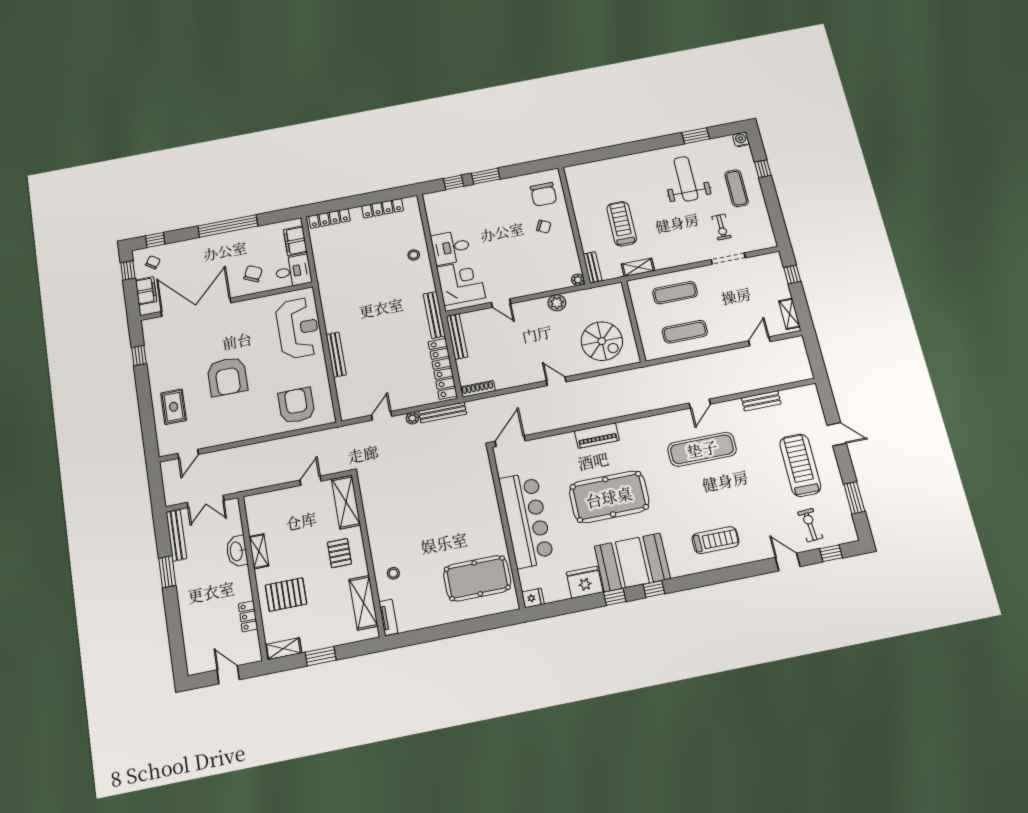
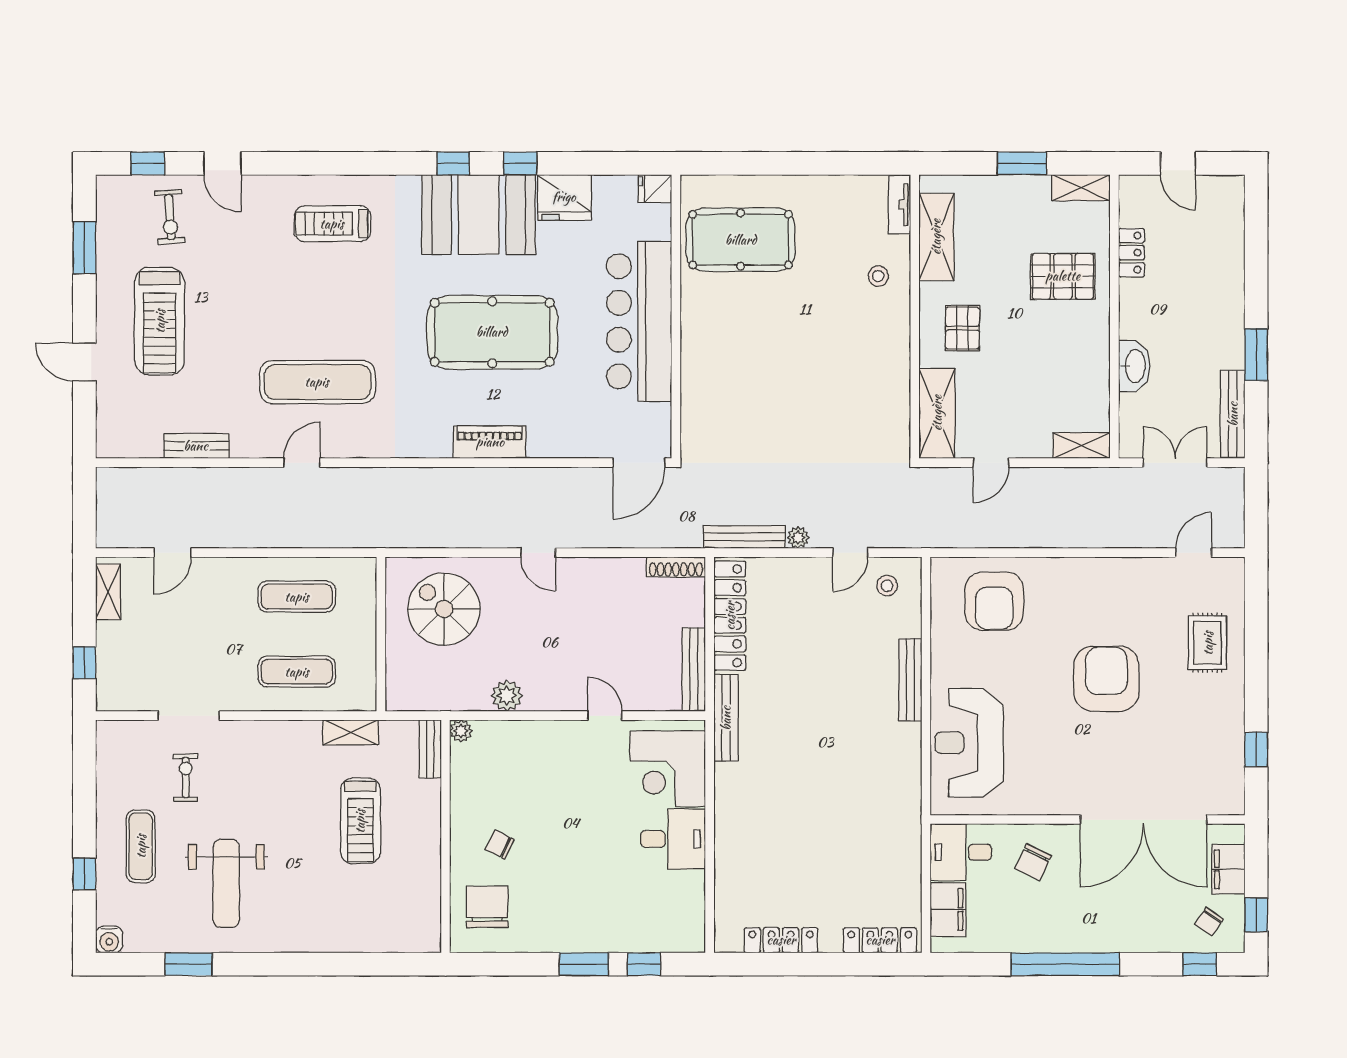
stool: (414, 255) -> (887, 586), moved
shelving: (259, 551) -> (1081, 446), moved, turned 90

